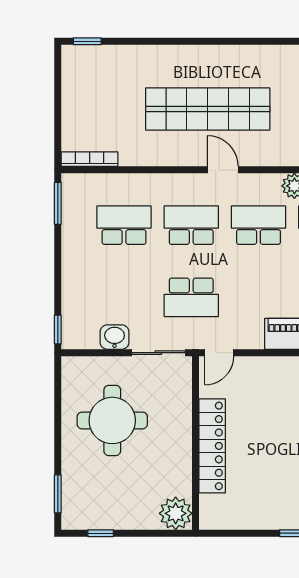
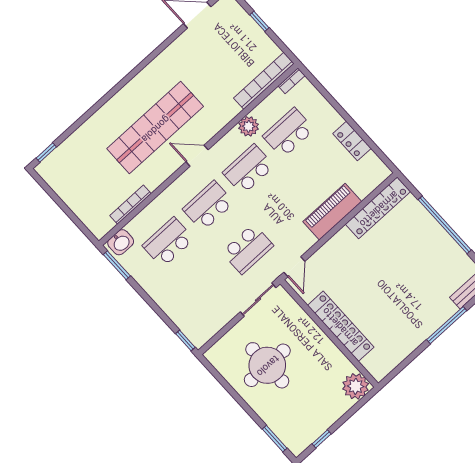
bookcase: (90, 159) -> (130, 205), moved
washbasin: (115, 337) -> (121, 242), moved, turned 180

